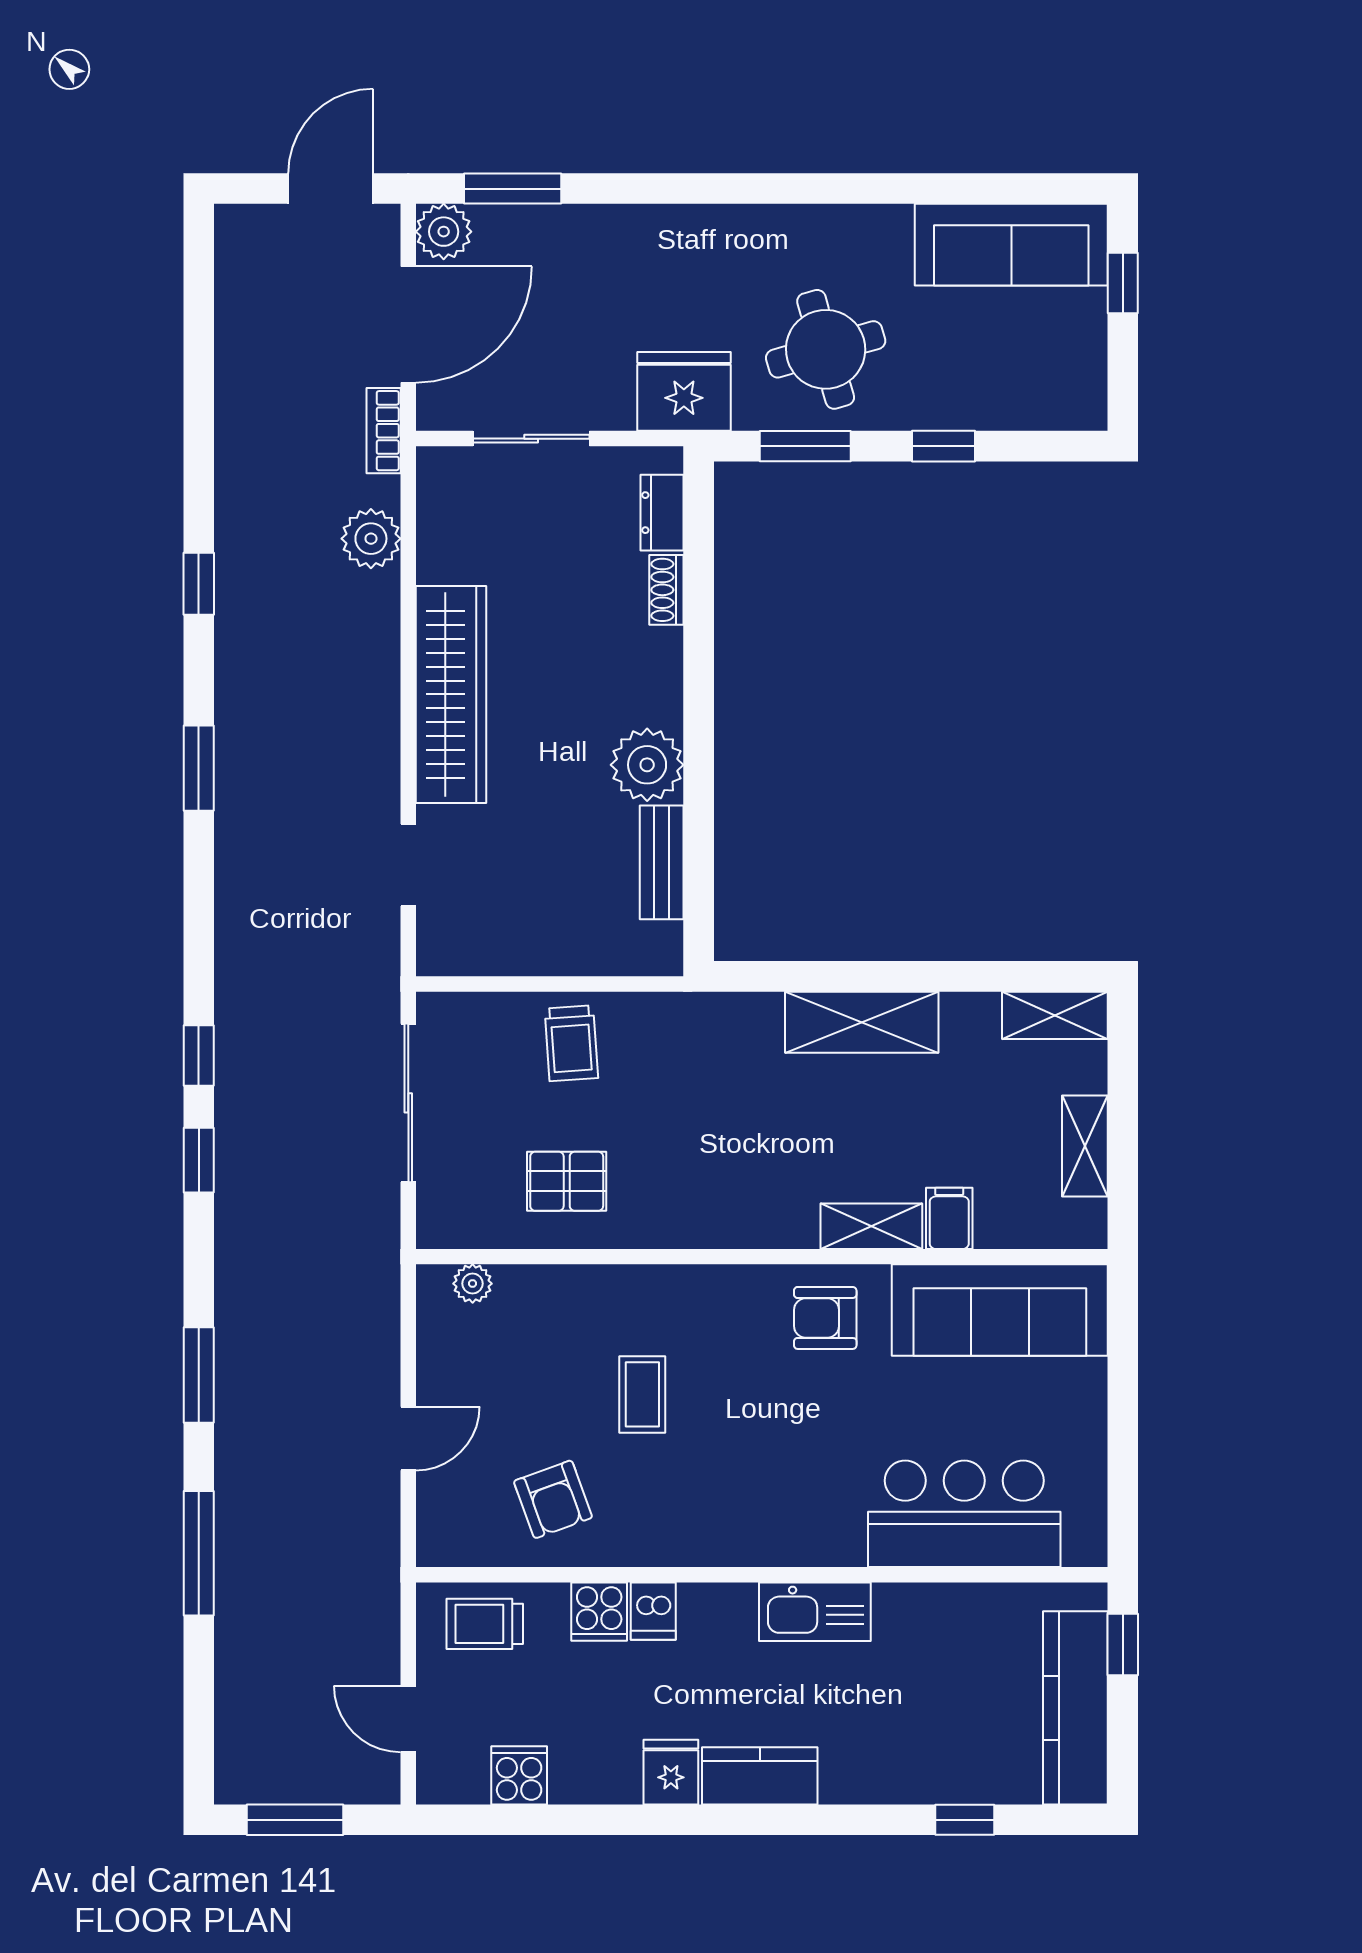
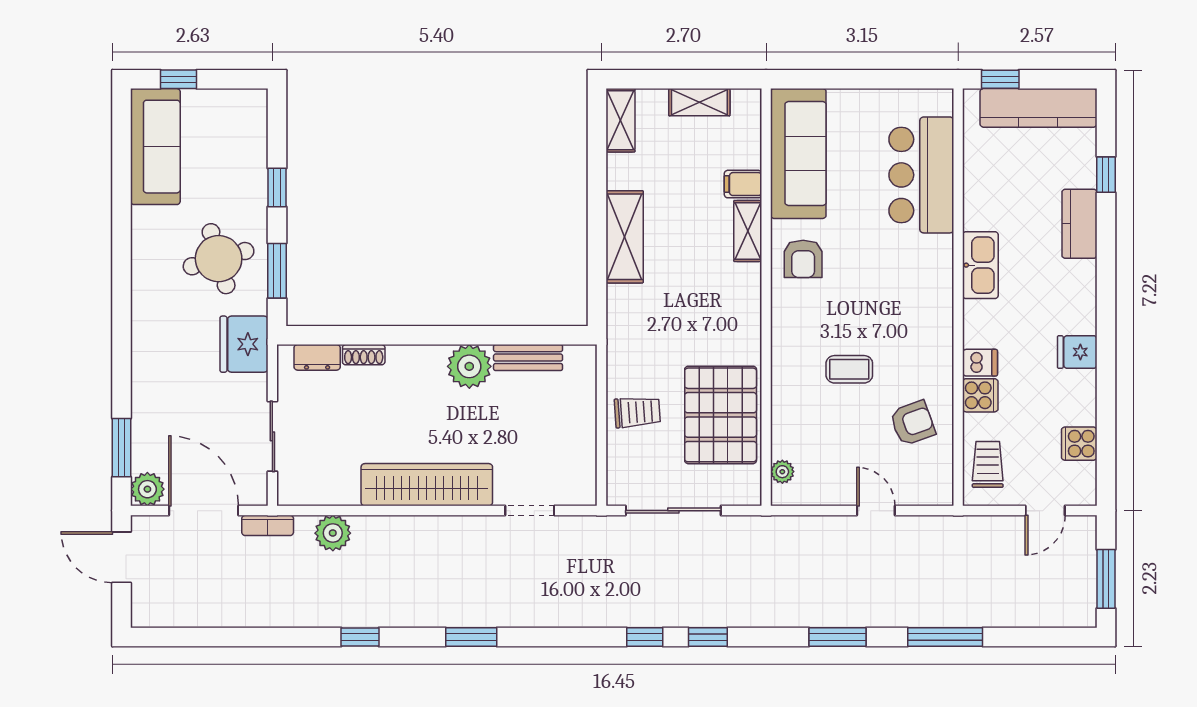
pallet: (567, 1181) -> (721, 415), width x2.05, depth x2.00
trolley: (485, 1624) -> (988, 464), turned 180
kitchen counter: (760, 1776) -> (1079, 224), moved

